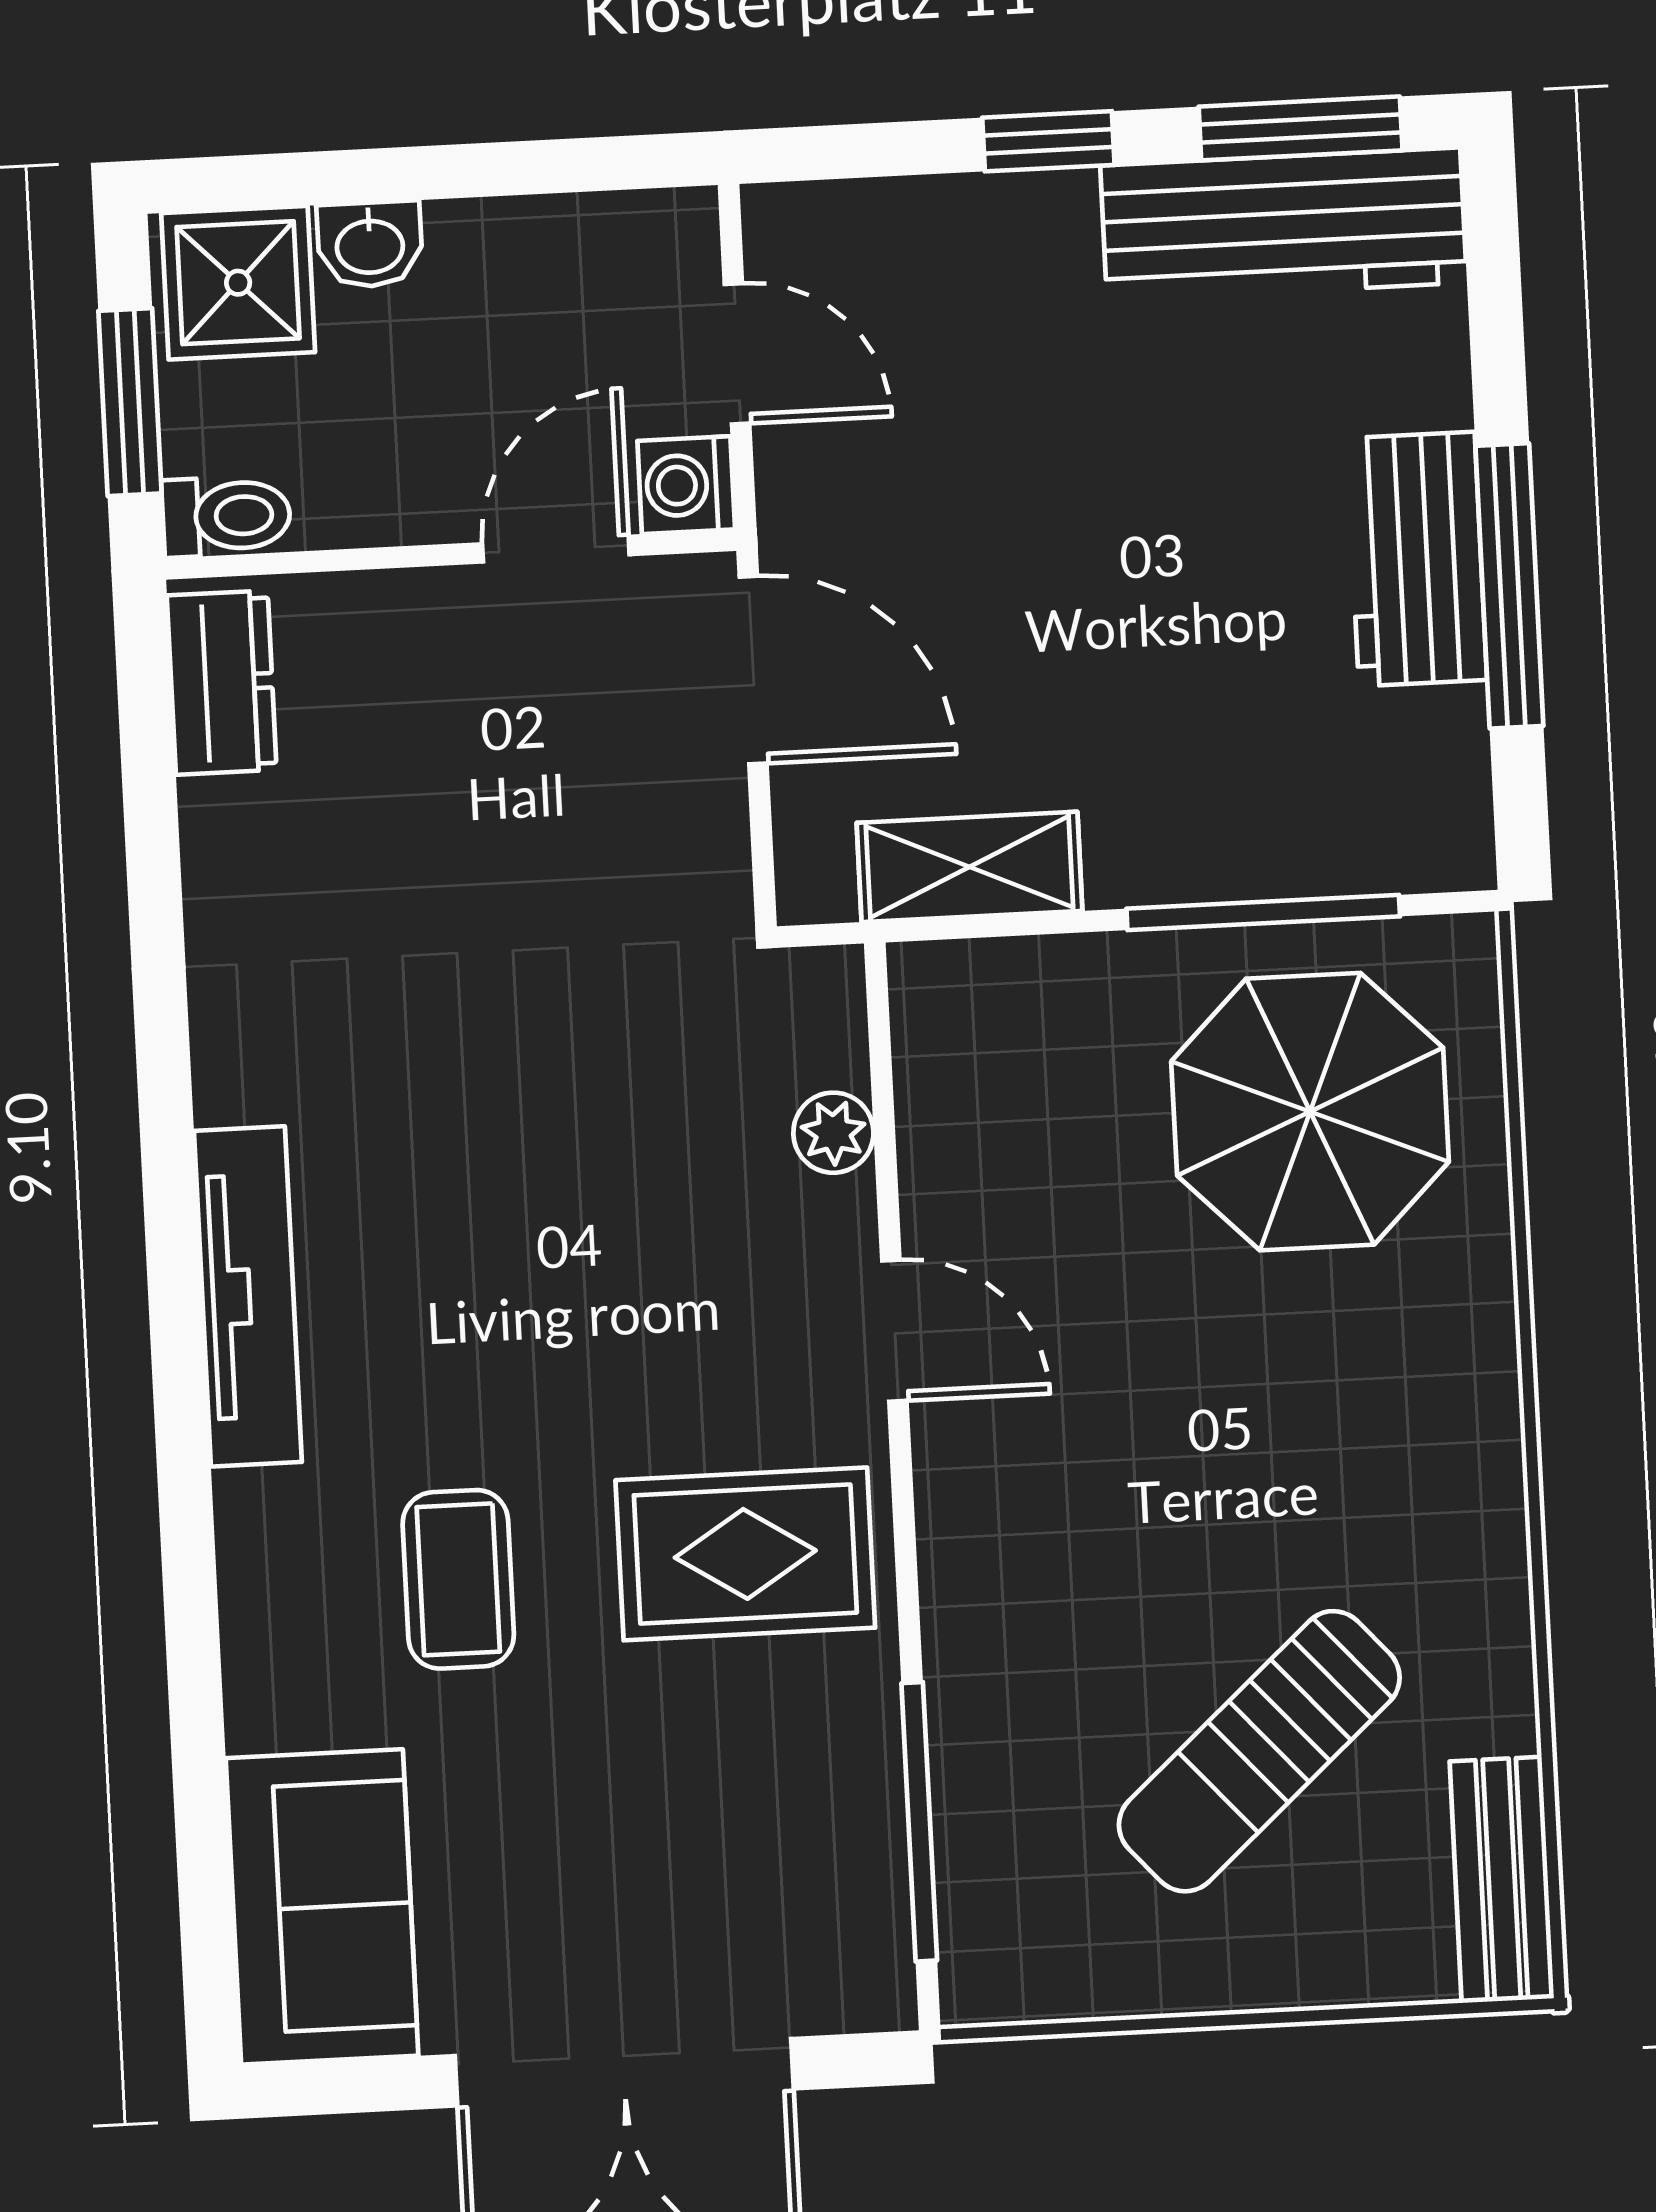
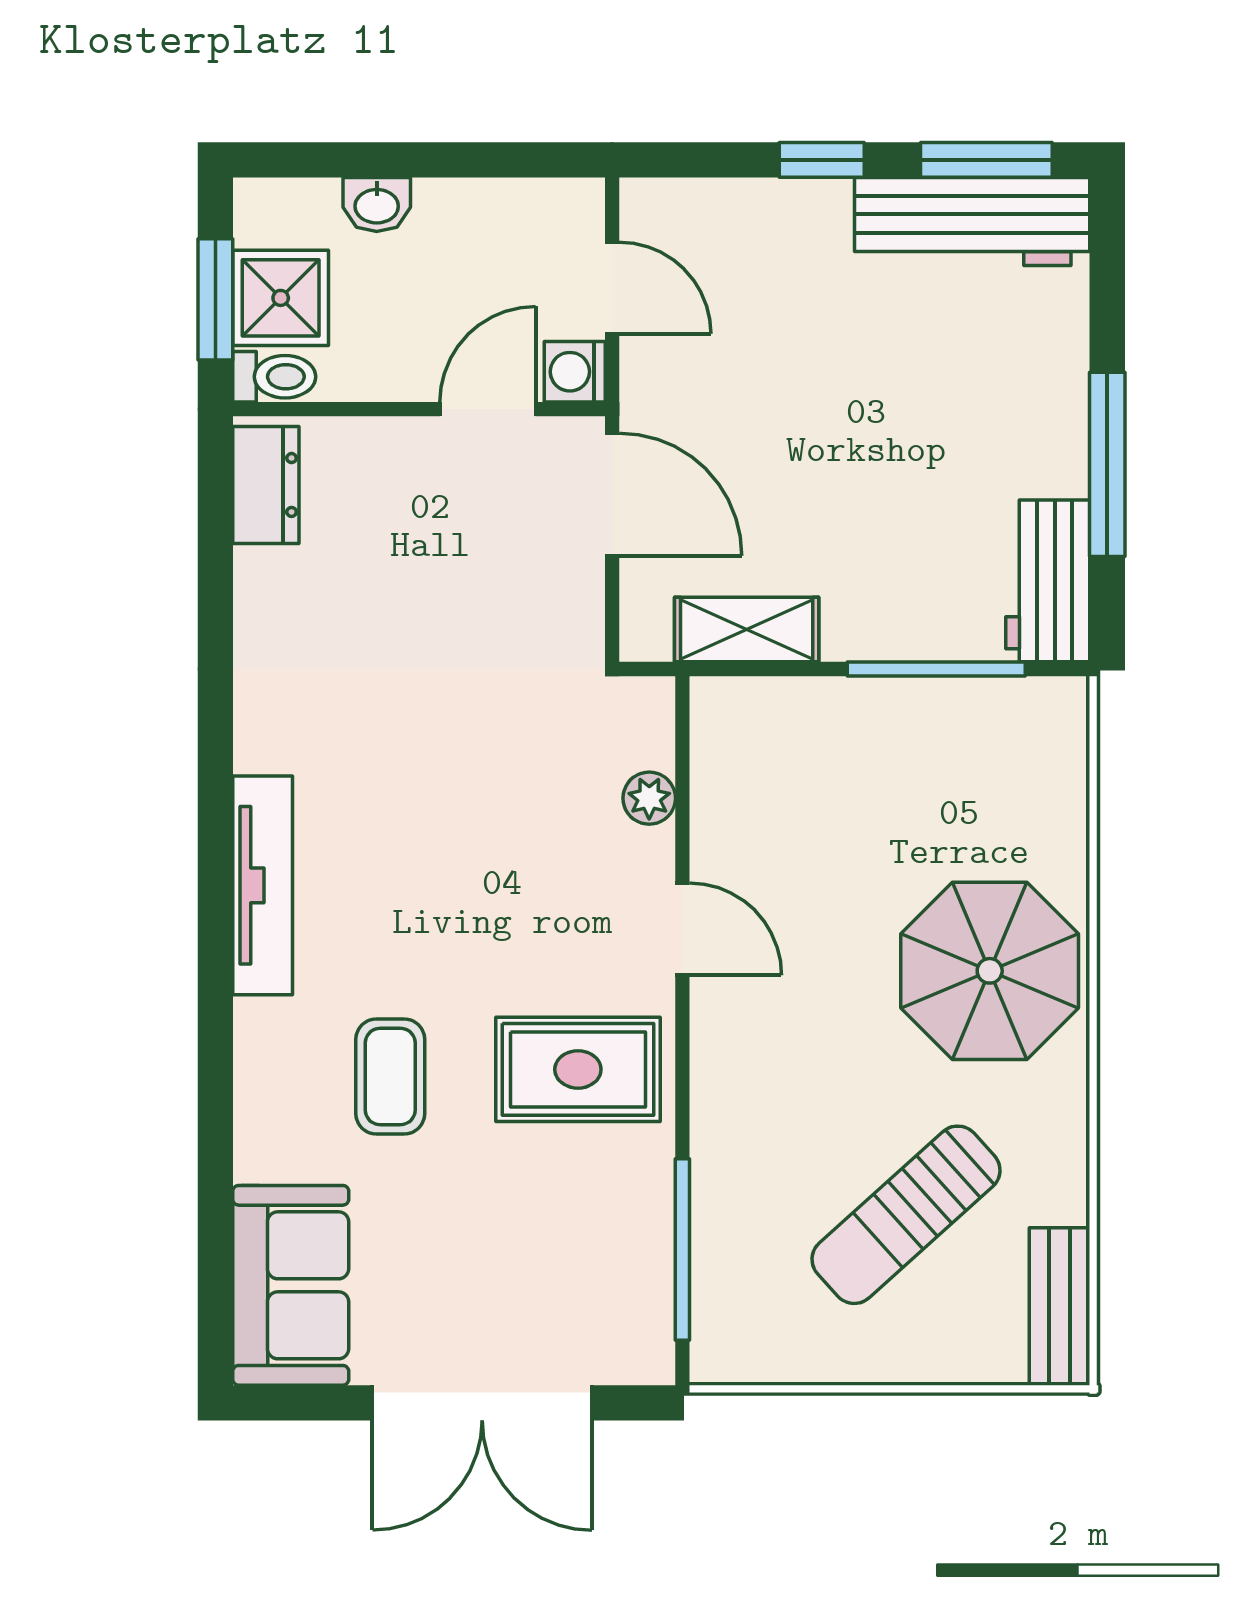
shower: (238, 283) -> (281, 298), moved
workbench: (1417, 559) -> (1048, 581), moved
parasol: (1310, 1112) -> (990, 971), moved

